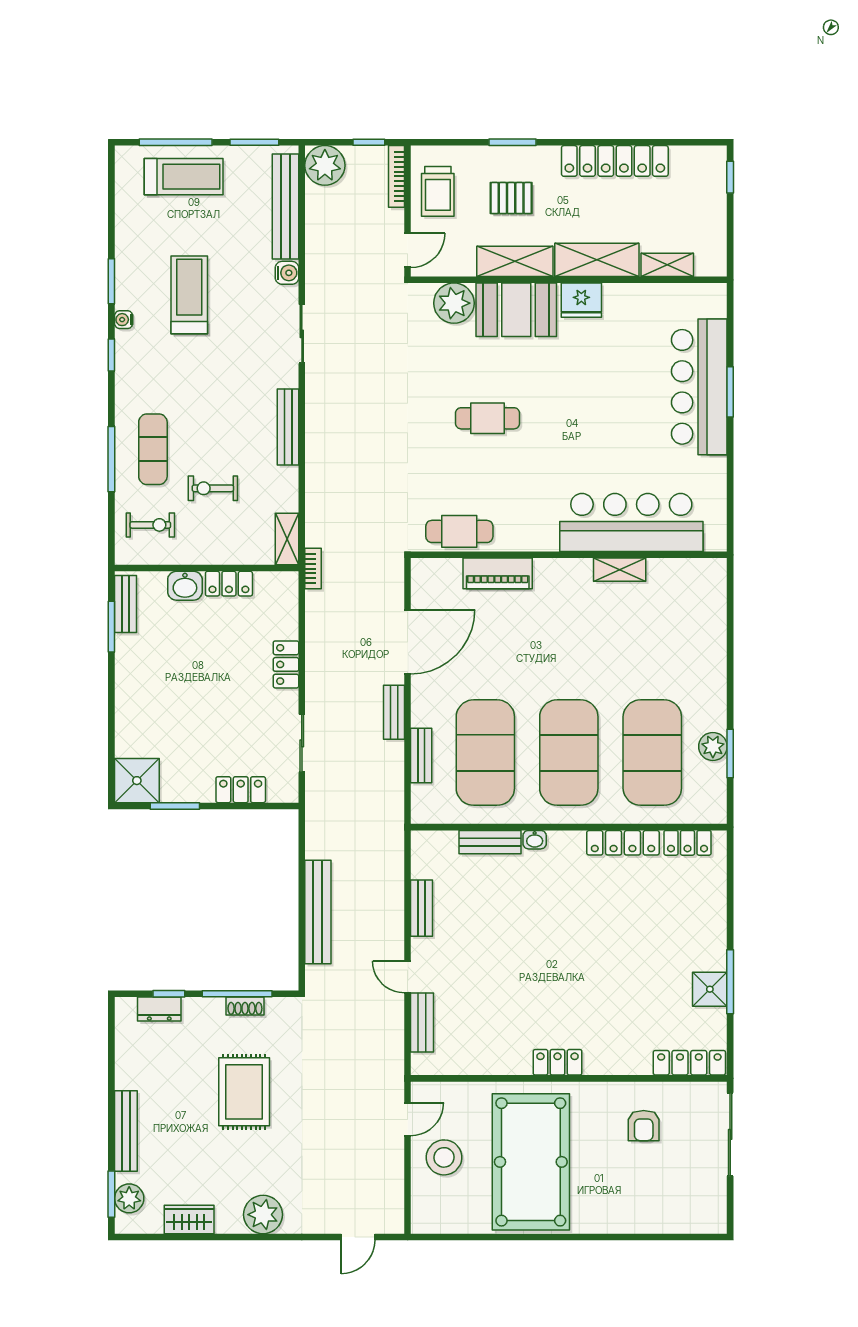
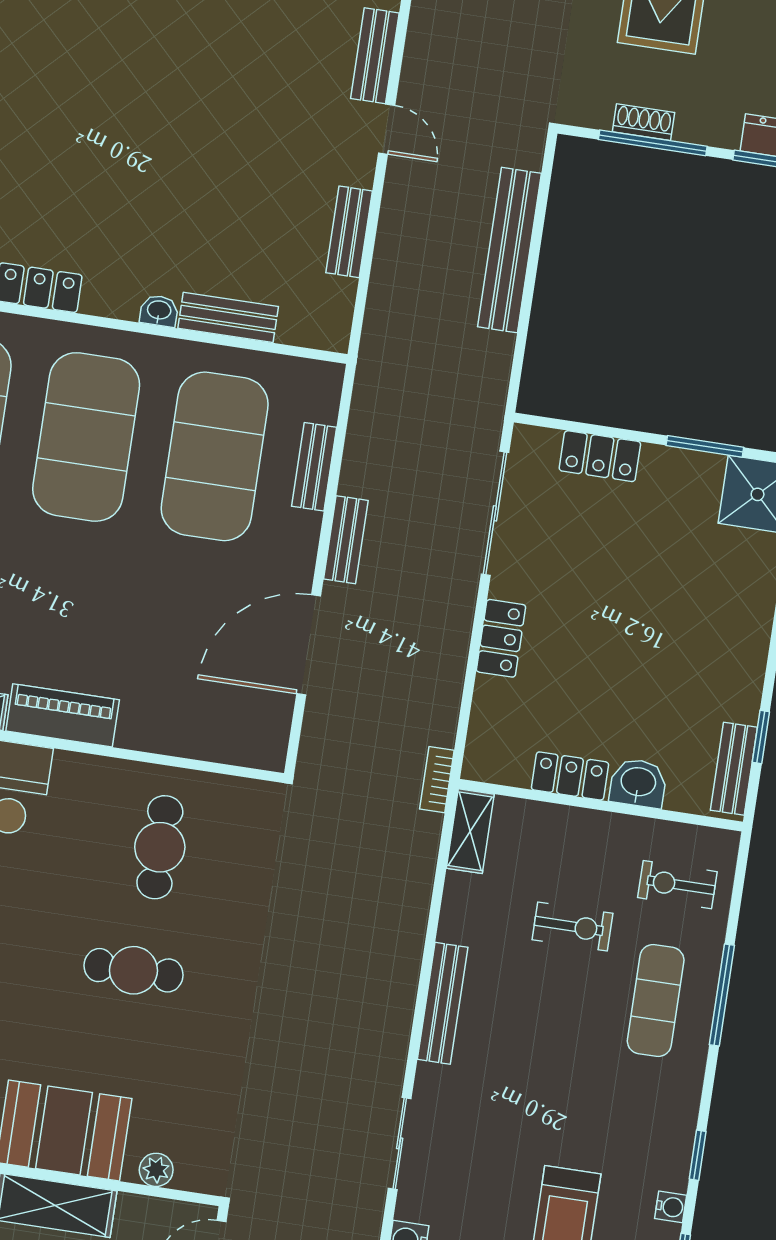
plant: (454, 303) -> (156, 1170), width x0.53, depth x0.53
cafe table: (459, 531) -> (160, 847), moved, turned 90
piano: (498, 573) -> (63, 715), moved
window: (111, 627) -> (761, 737), width x0.67
sliding door: (302, 743) -> (495, 513), width x1.37

